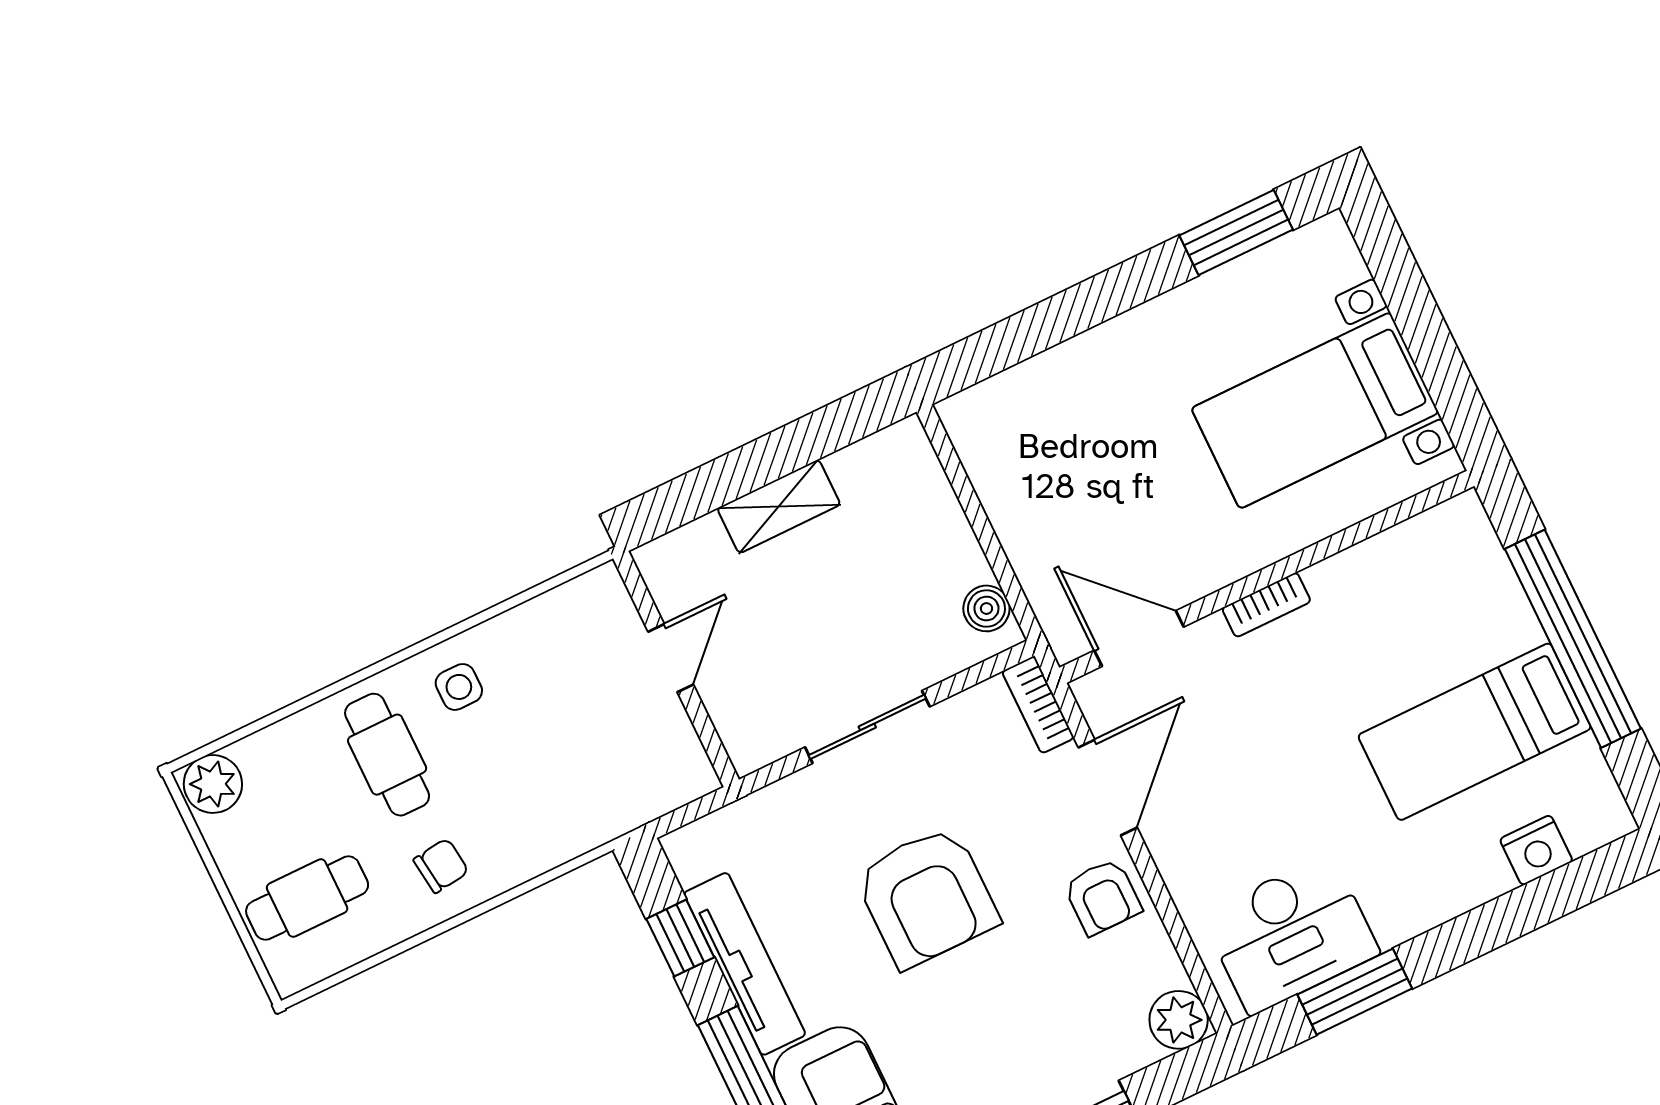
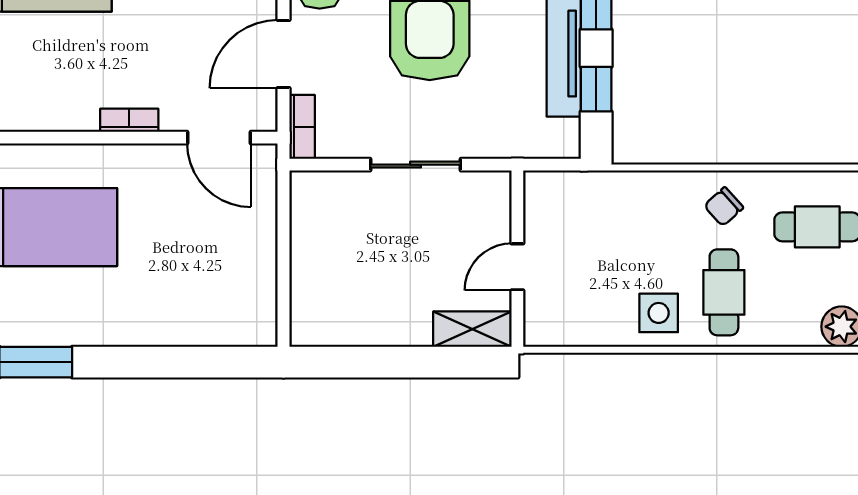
shelving: (779, 506) -> (472, 329), moved
boiler: (986, 608) -> (305, 203), removed
side table: (459, 687) -> (659, 313), width x1.37, depth x1.37
chair: (441, 866) -> (724, 207), turned -35

